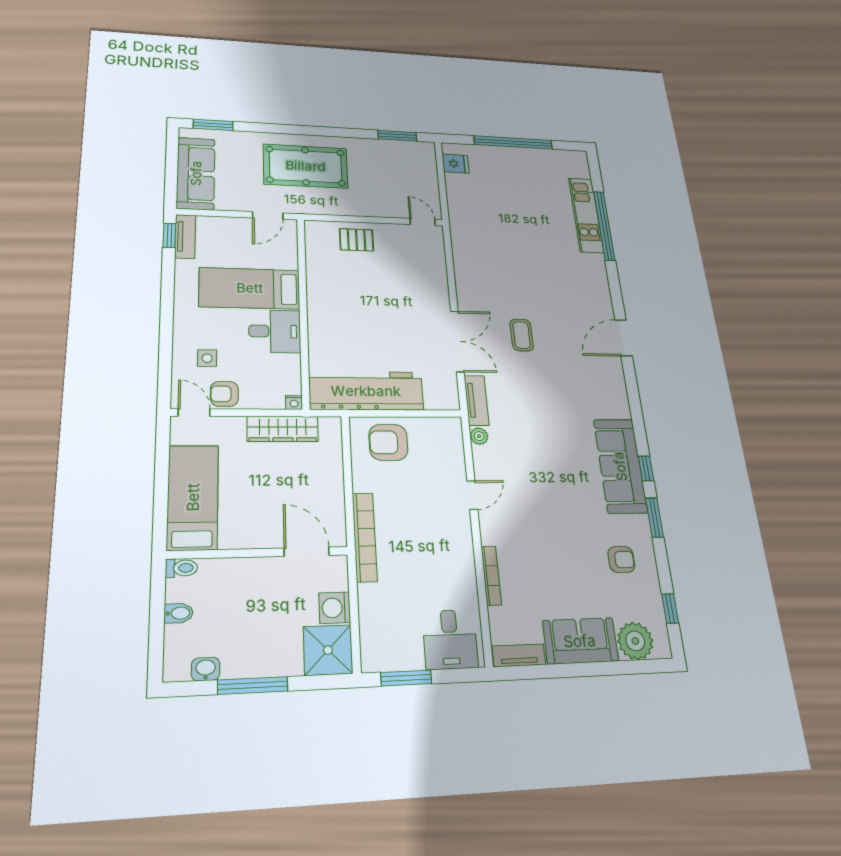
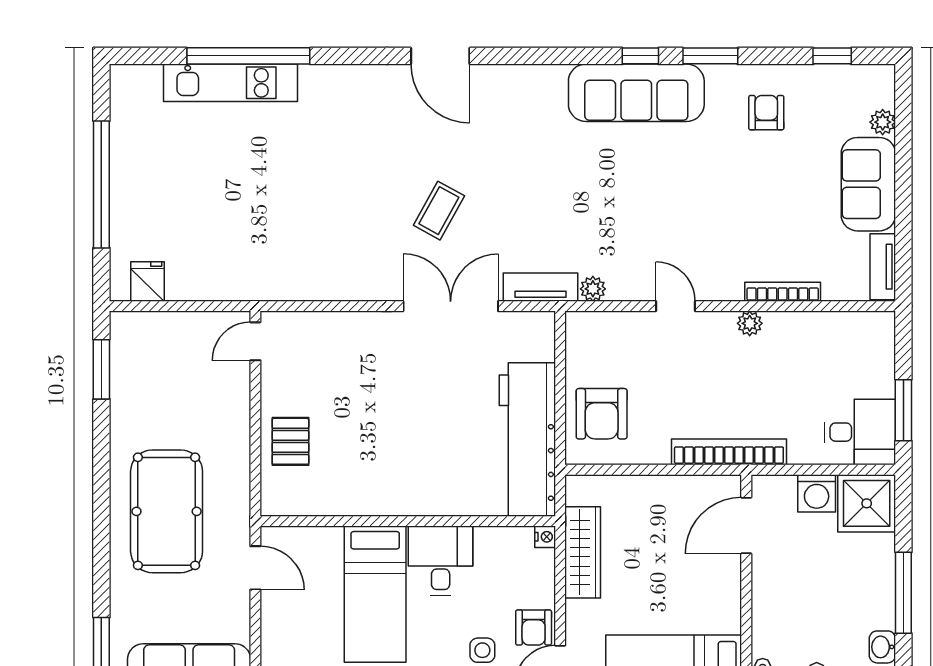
coffee table: (522, 335) -> (439, 211), turned -61
plant: (465, 551) -> (750, 323), added
desk: (450, 639) -> (860, 432), moved
plant: (635, 641) -> (883, 122), width x0.53, depth x0.53

